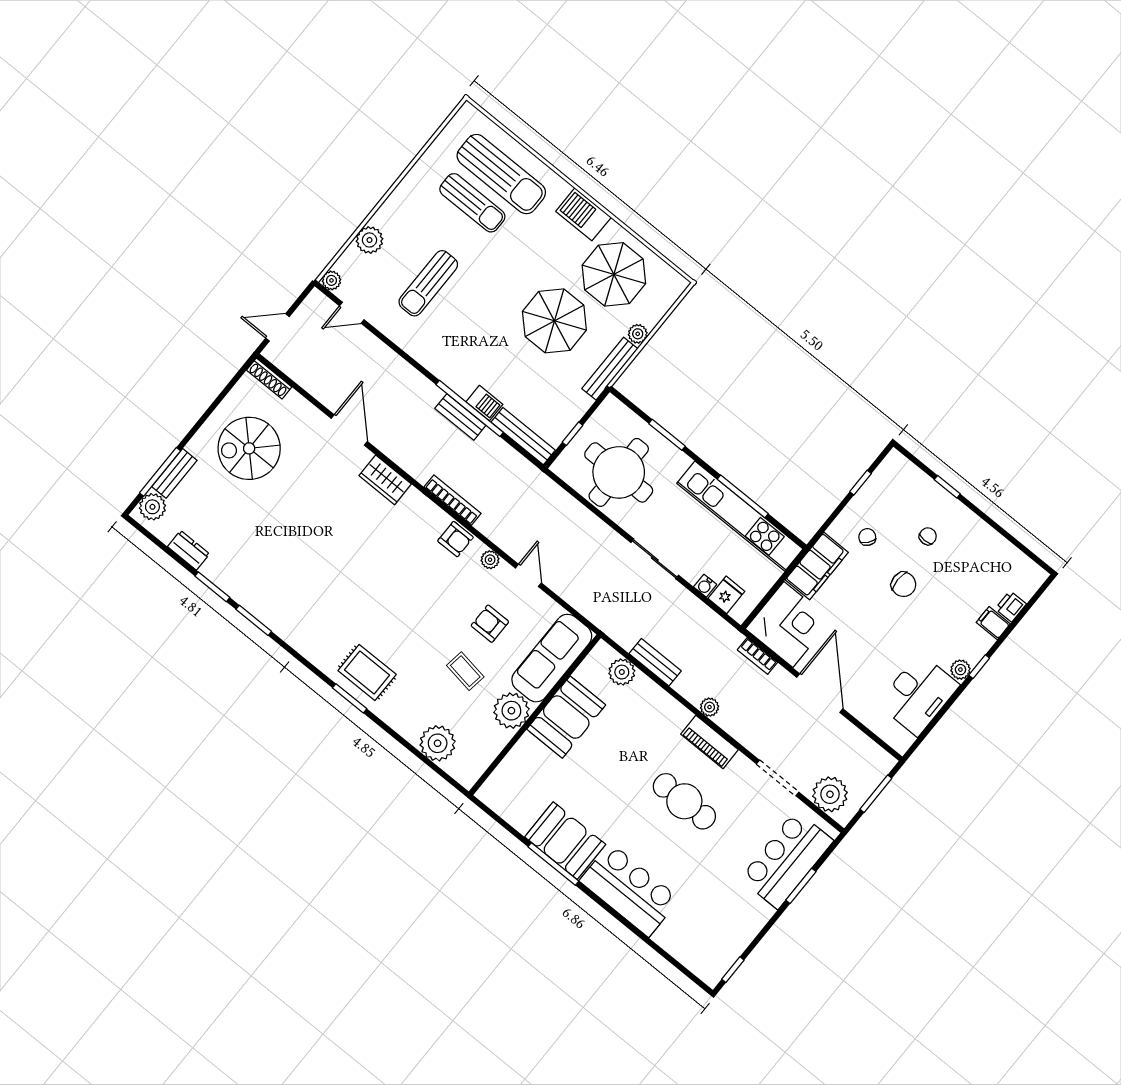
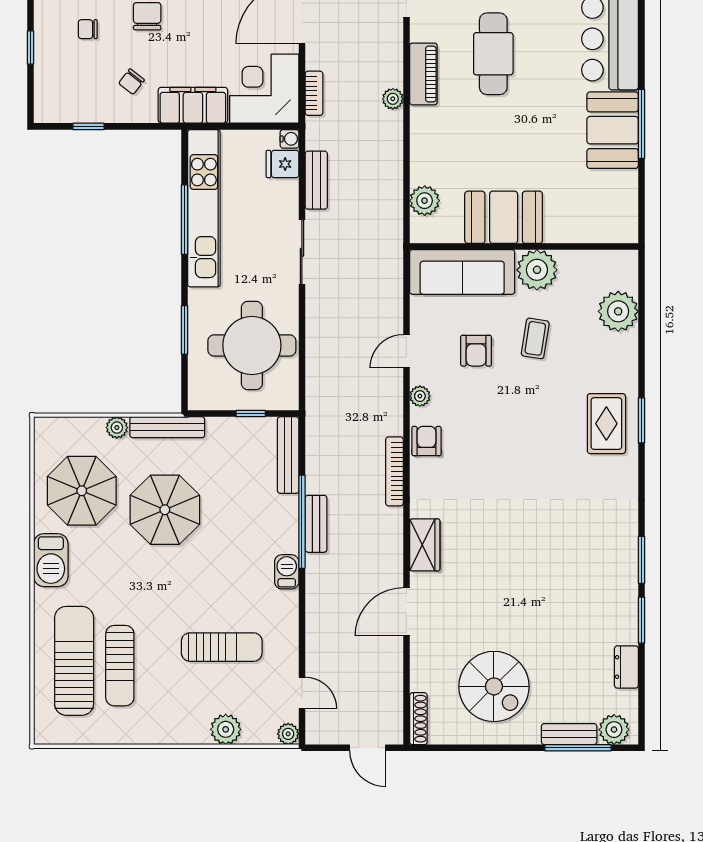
sun lounger: (472, 203) -> (120, 666), turned 180
barbecue: (484, 403) -> (287, 572), moved
water cooler: (705, 586) -> (290, 139), moved
bench: (655, 662) -> (316, 180), moved

